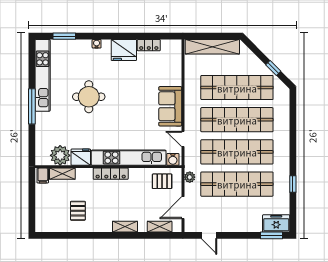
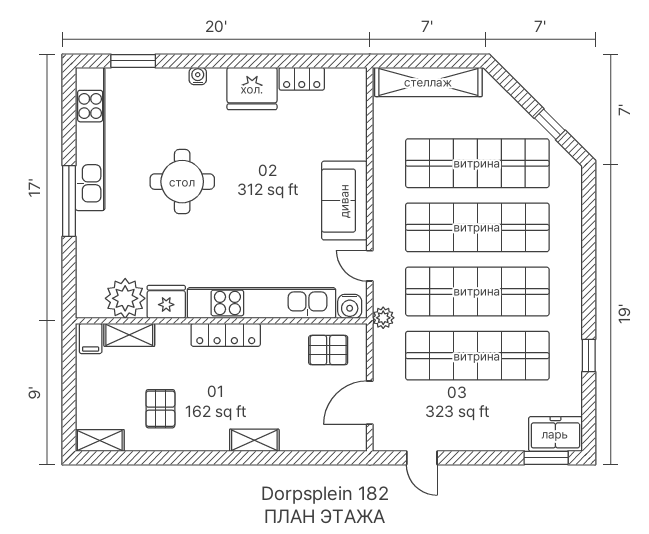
plant: (190, 177) -> (383, 318), moved
shelving: (160, 227) -> (100, 440), moved

